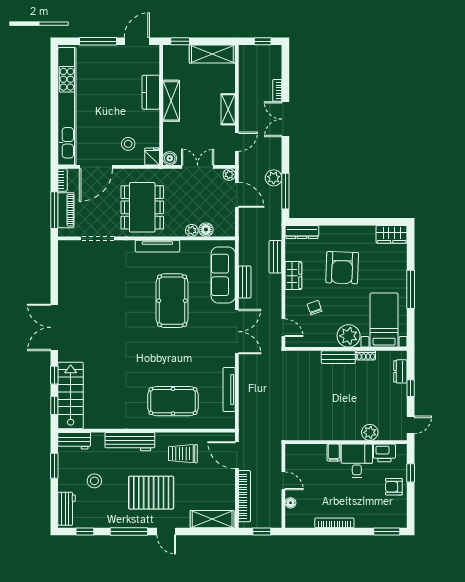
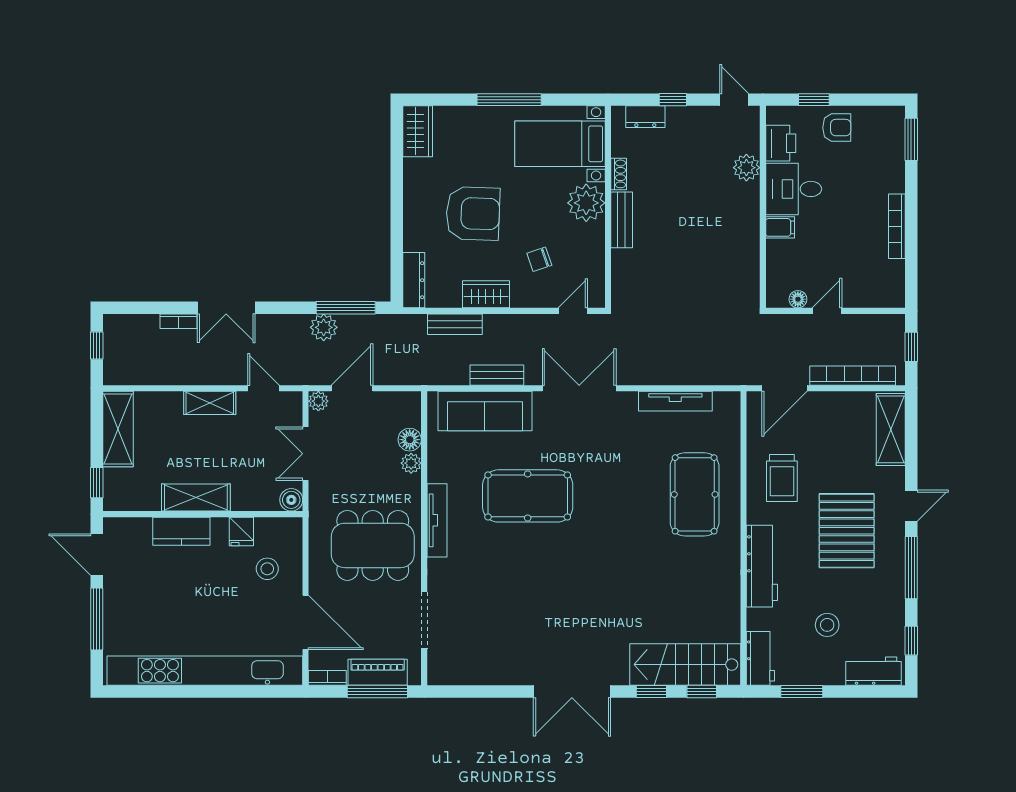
fridge: (152, 156) -> (241, 531), moved, turned -90
armchair: (394, 487) -> (837, 128), turned -90
floor lamp: (291, 503) -> (798, 299), moved

